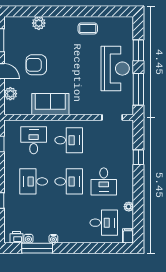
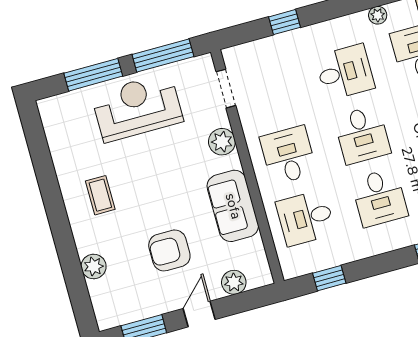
coffee table: (88, 28) -> (100, 195), moved
window: (138, 50) -> (93, 75), width x1.44
armchair: (36, 65) -> (169, 250), turned 90
plant: (85, 108) -> (222, 142), added
desk: (69, 181) -> (362, 135), turned 180

